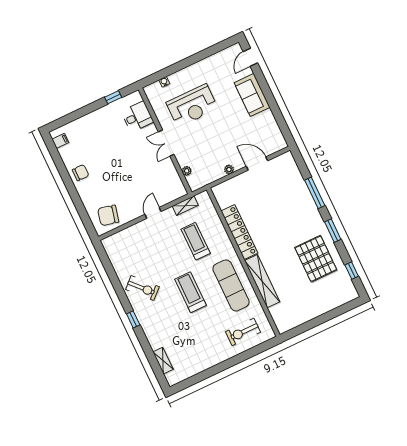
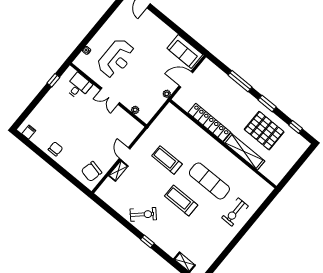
sofa: (252, 95) -> (185, 51), moved
shelving: (185, 206) -> (118, 171), moved
locker: (239, 232) -> (209, 122), moved
wall: (243, 262) -> (223, 144), moved
shelving: (262, 281) -> (244, 152), moved

